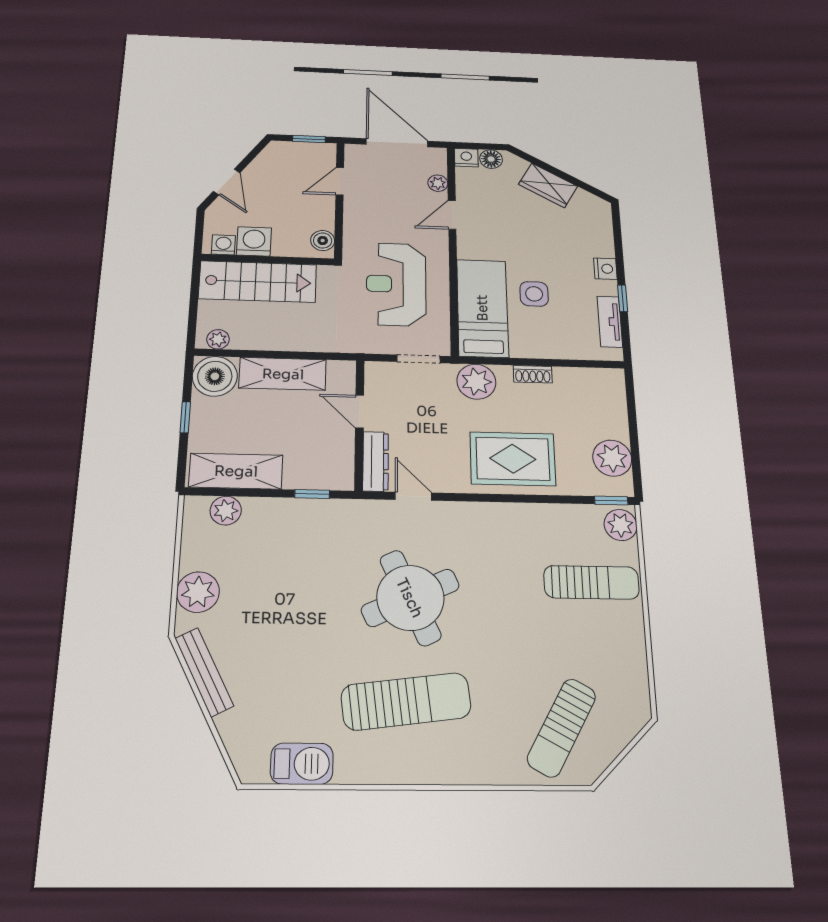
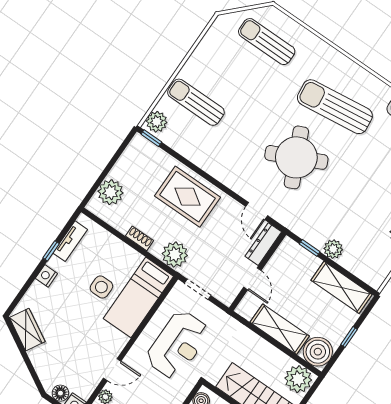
wardrobe: (548, 185) -> (27, 330), moved
plant: (218, 339) -> (298, 379), width x1.87, depth x1.87
plant: (612, 458) -> (111, 192), moved
plant: (226, 511) -> (333, 249), moved
sun lounger: (562, 728) -> (267, 42), turned -119

